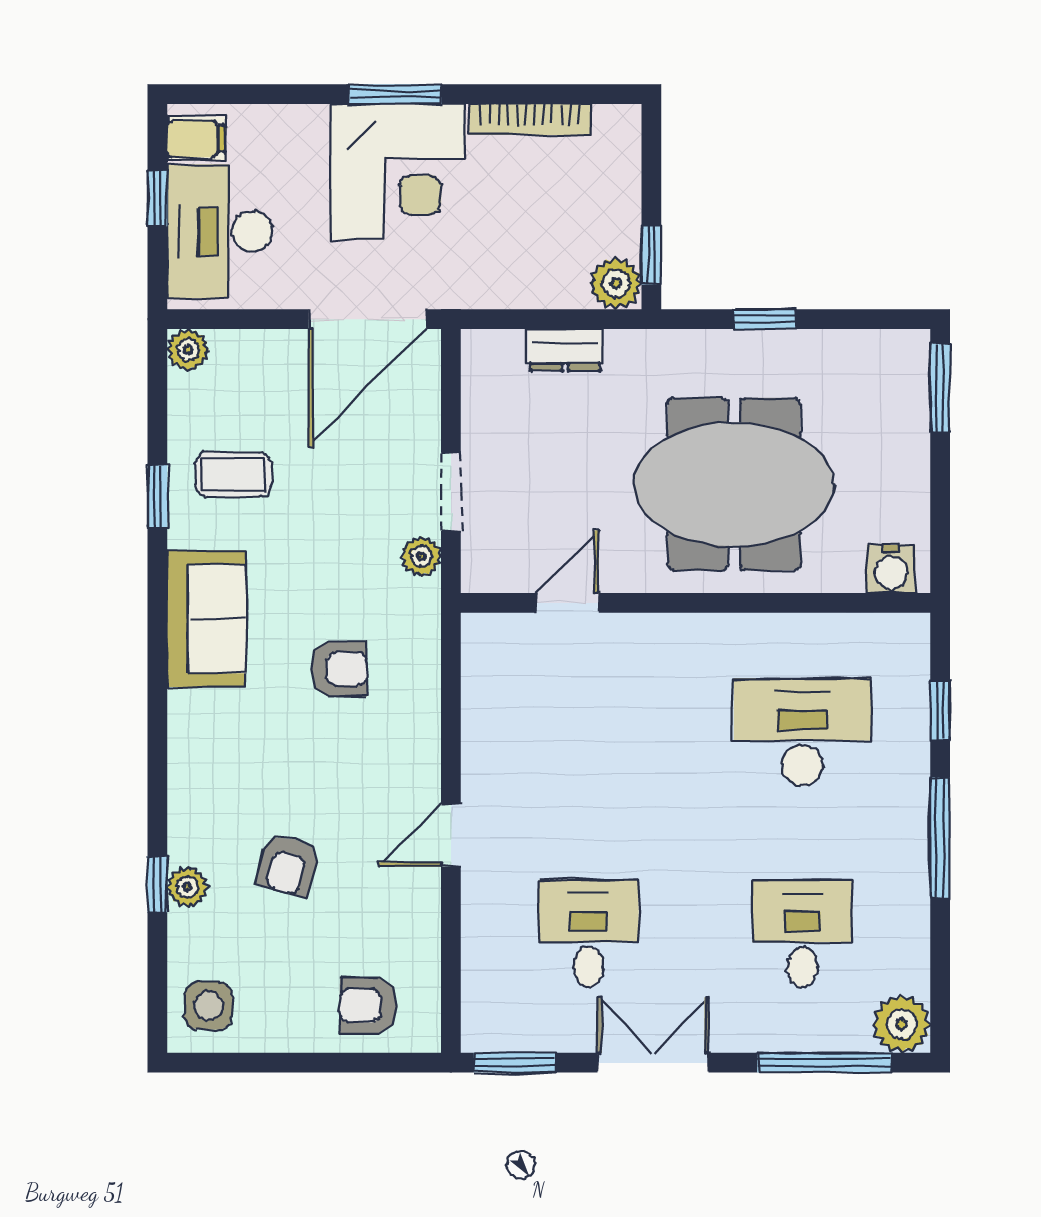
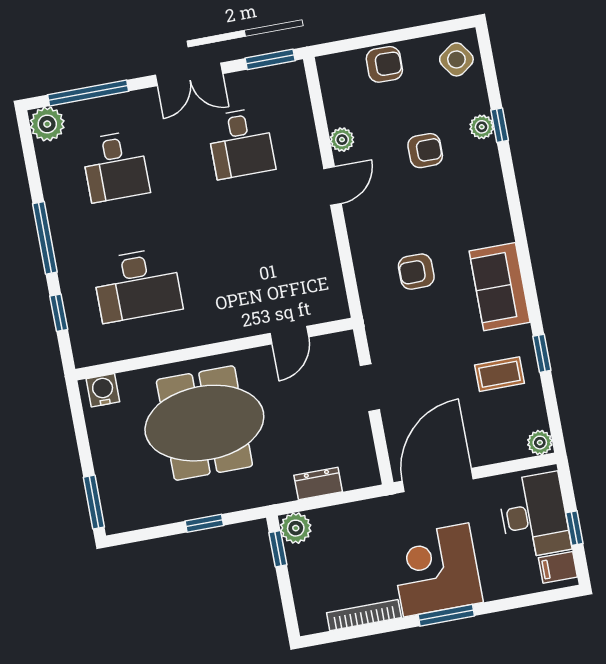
plant: (421, 556) -> (342, 140), moved
armchair: (288, 865) -> (425, 151), turned 75
armchair: (368, 1005) -> (384, 64), moved
side table: (208, 1006) -> (456, 59), turned -37

